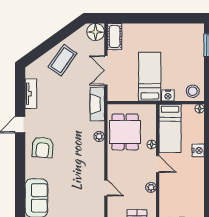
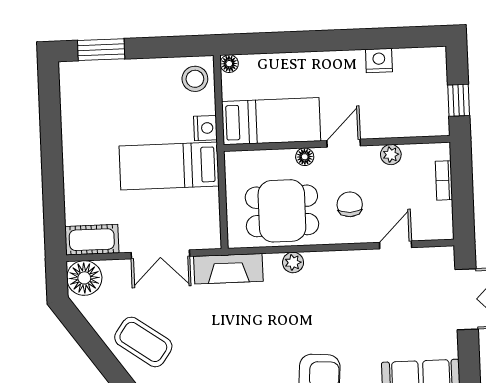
nightstand: (198, 150) -> (379, 61), moved
chair: (127, 166) -> (350, 204), added

